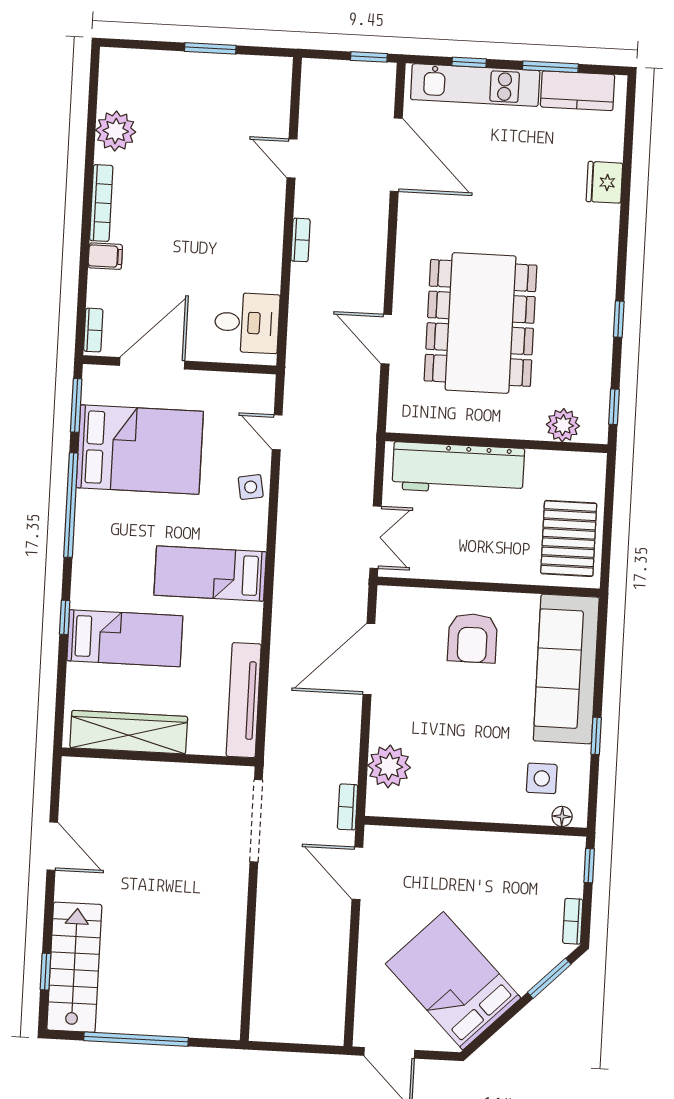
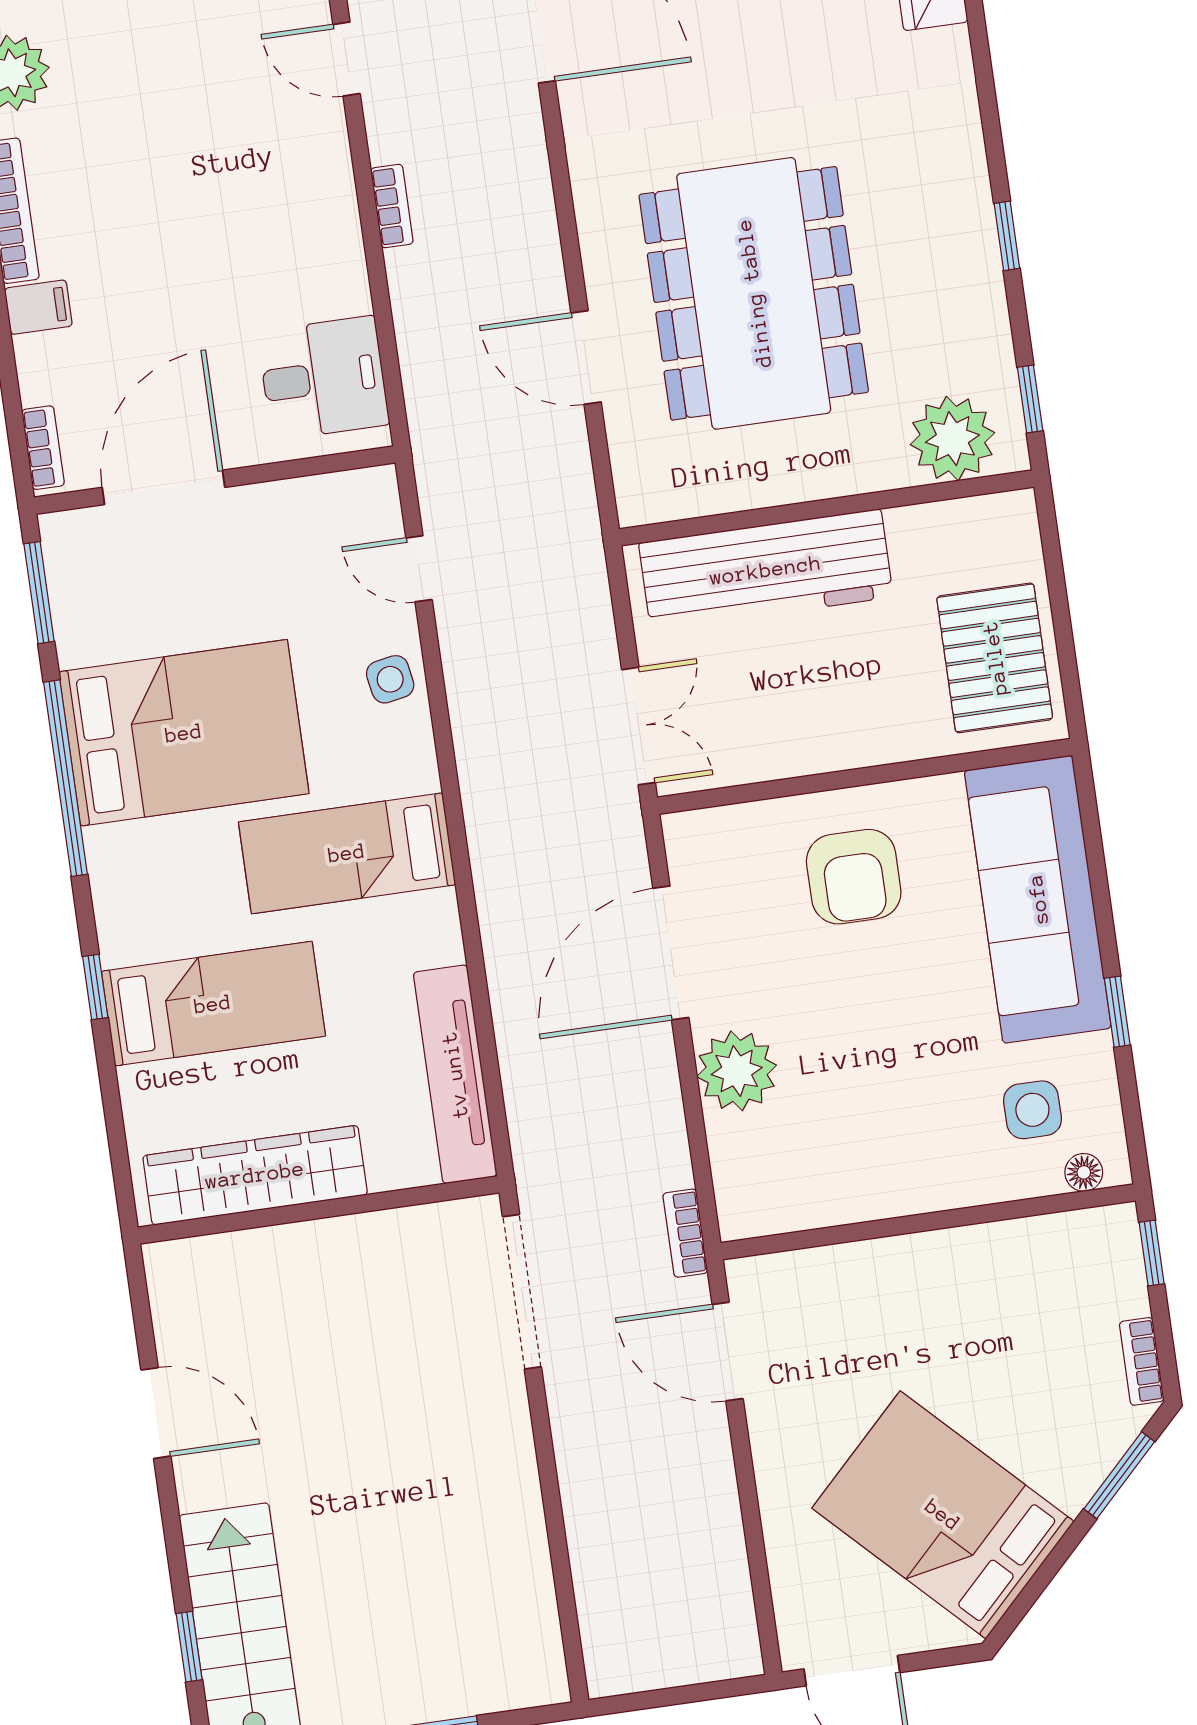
plant: (563, 425) -> (952, 439), width x1.36, depth x1.36
bed: (140, 449) -> (184, 733), moved
plant: (389, 766) -> (737, 1071), moved

